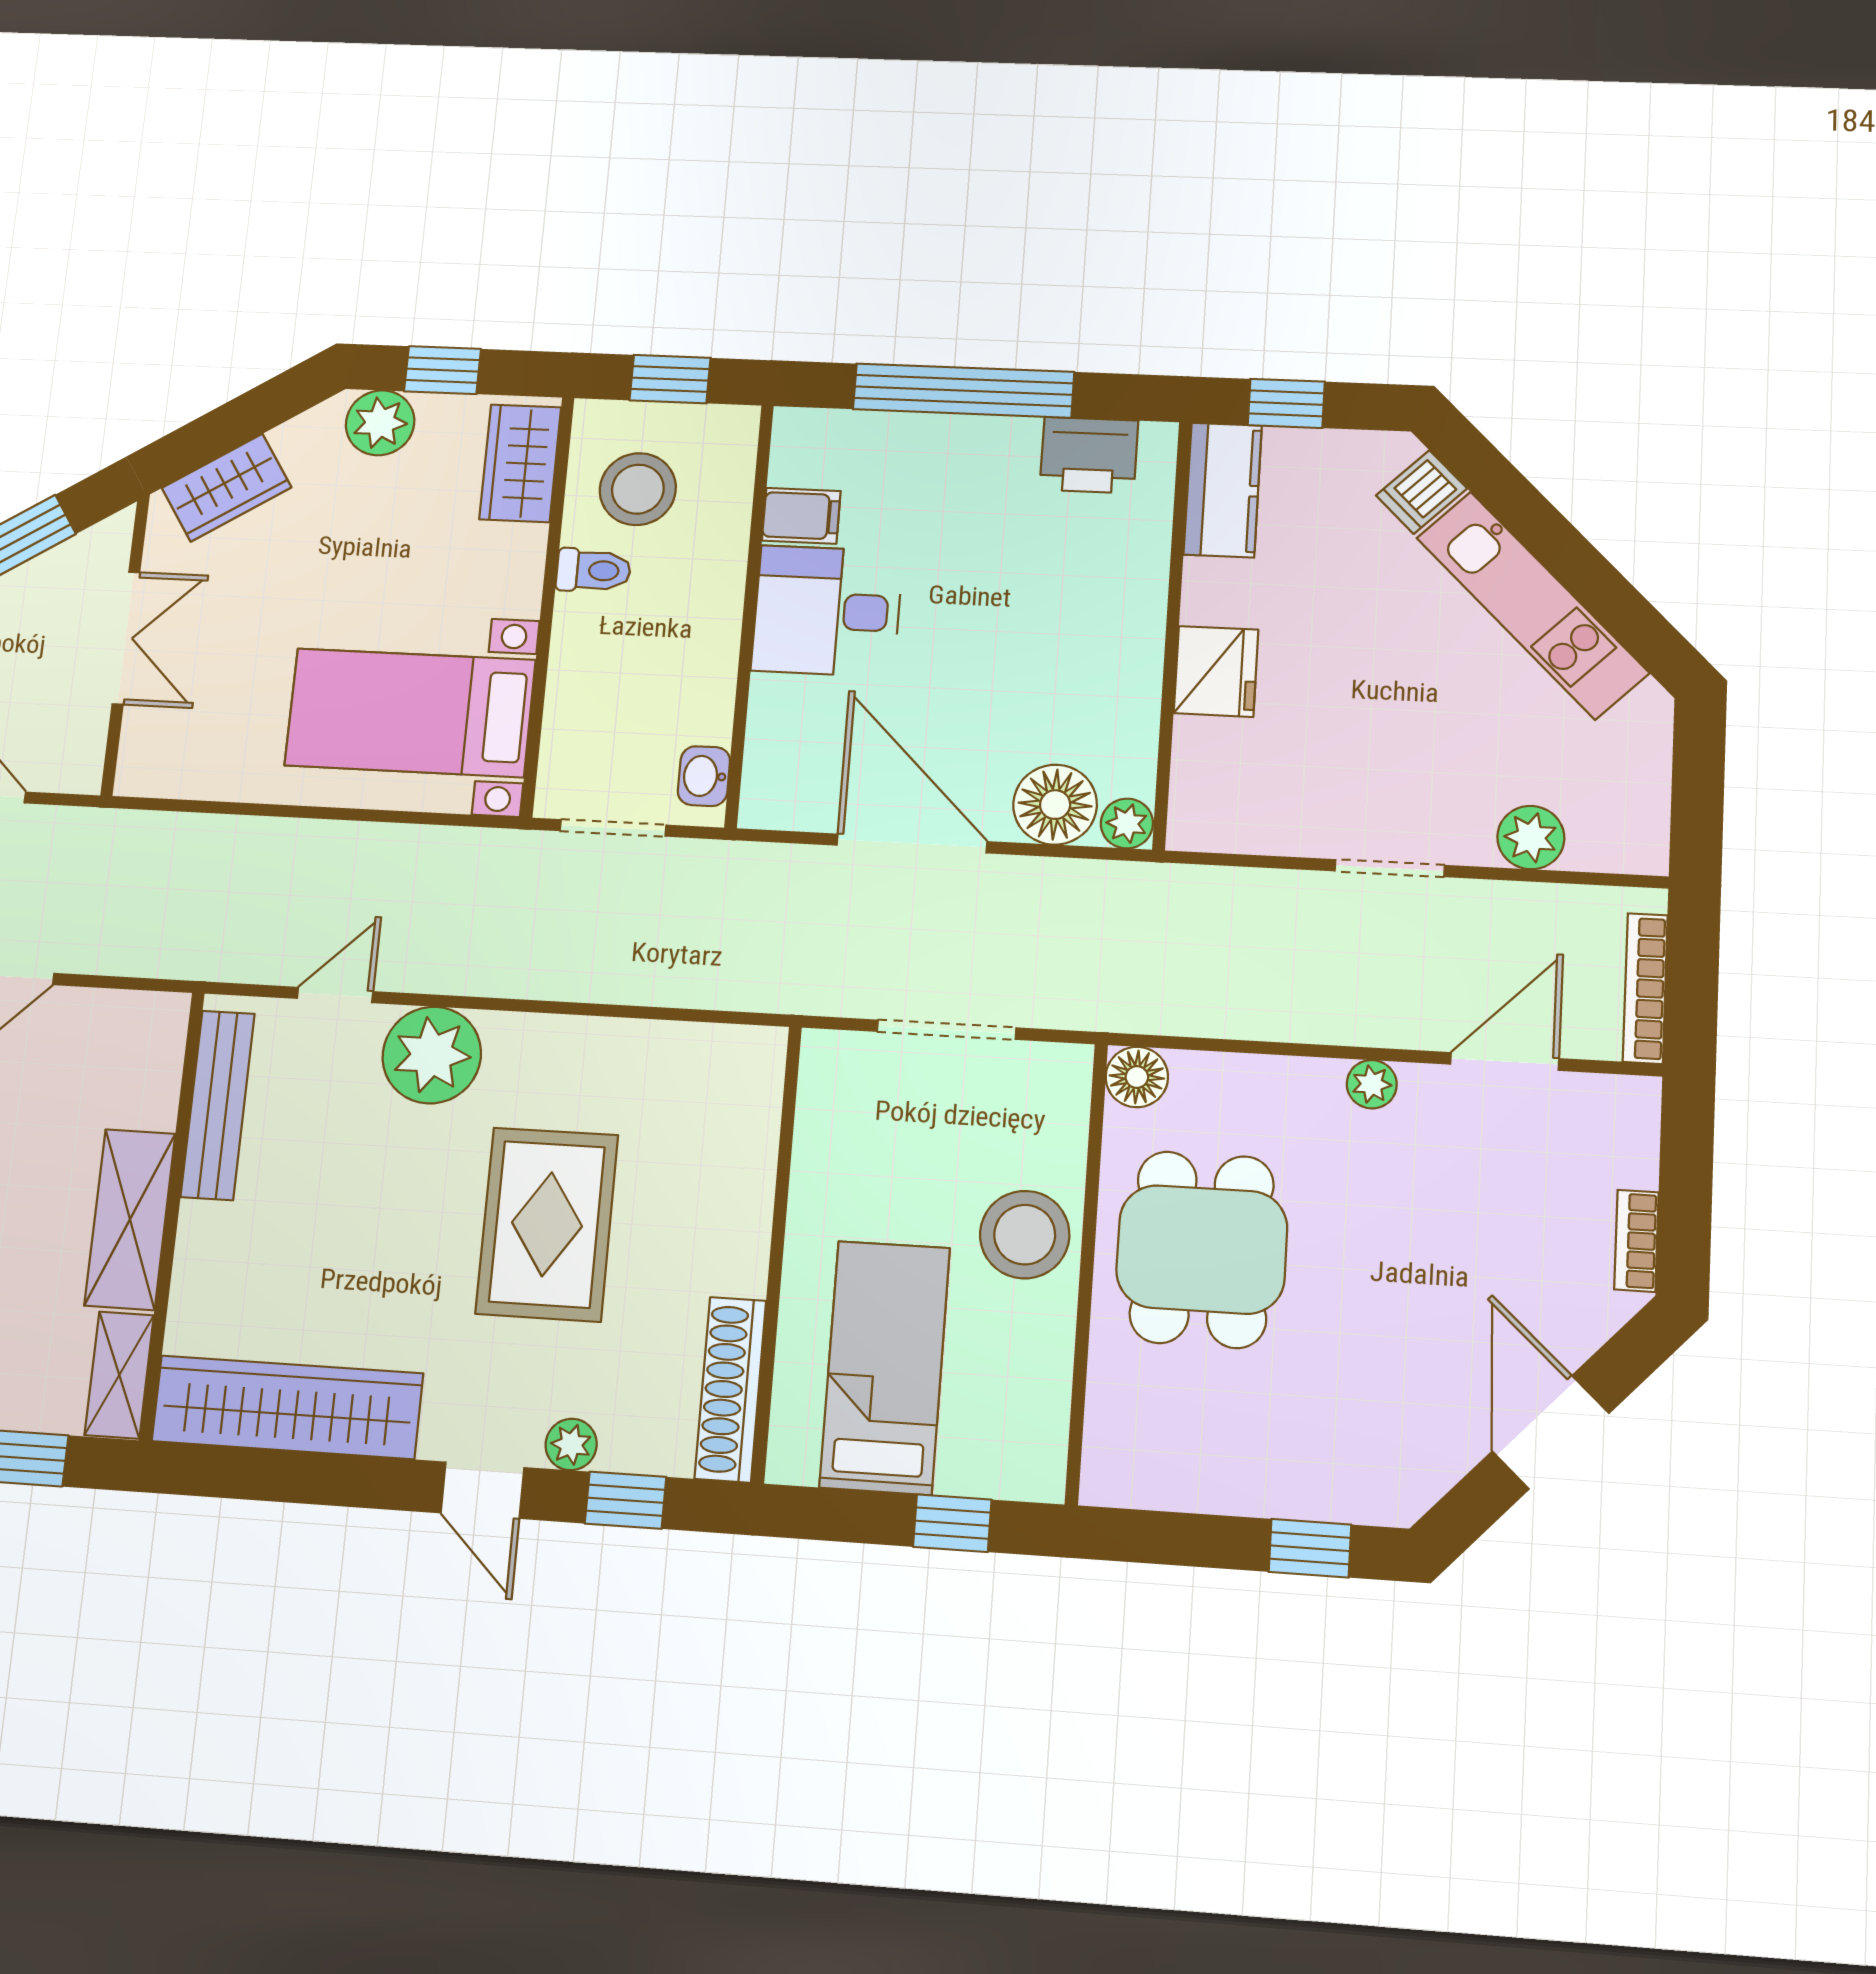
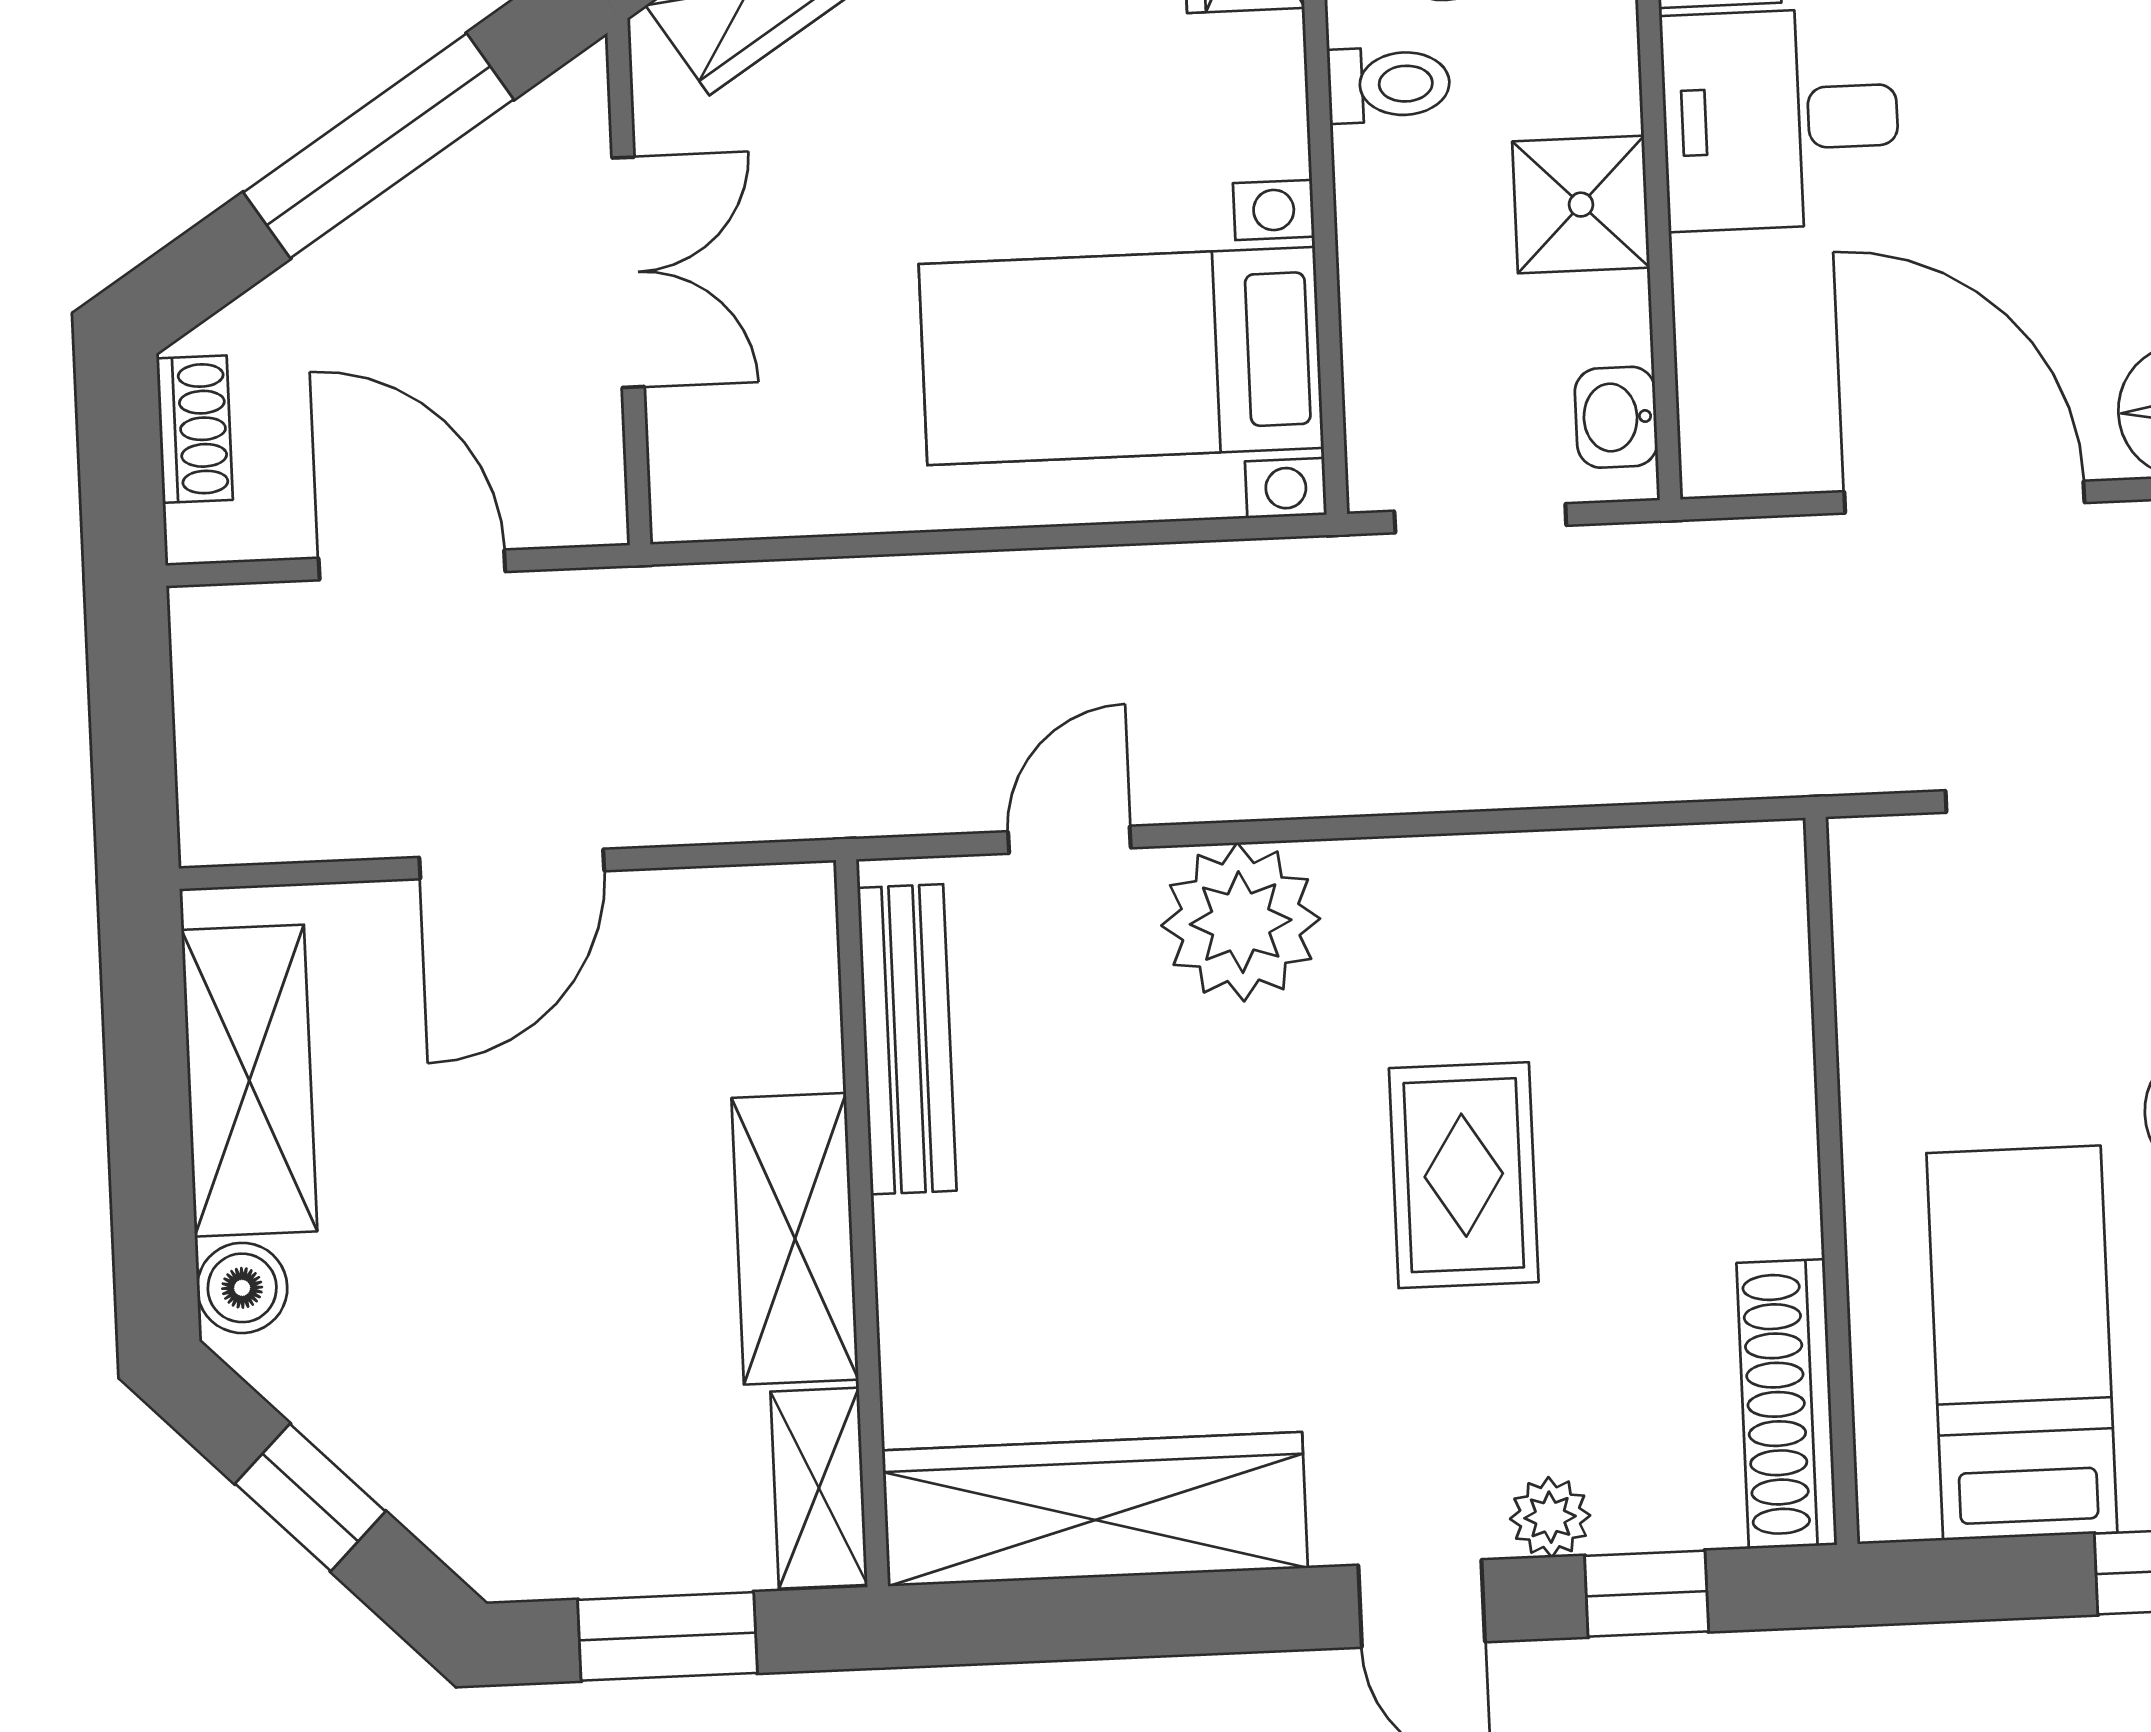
shower: (699, 650) -> (1581, 205), added
rug: (547, 1224) -> (1464, 1175), width x0.73, depth x0.70

